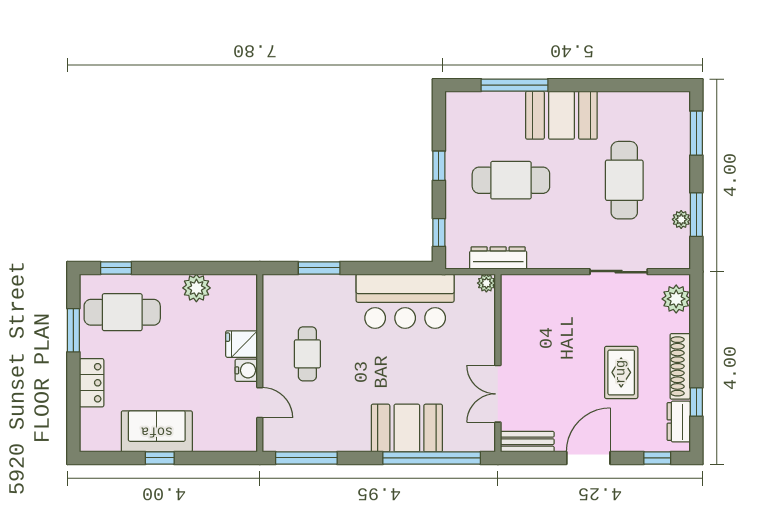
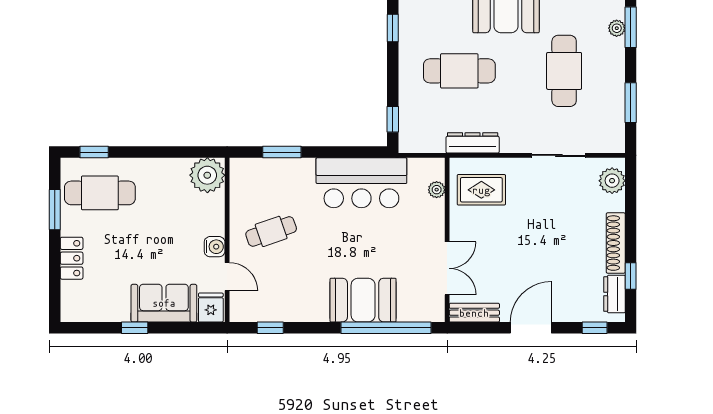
window: (439, 166) -> (393, 28), moved
plant: (681, 219) -> (617, 28), moved
dresser: (498, 258) -> (473, 143), moved
plant: (486, 283) -> (437, 190), moved
plant: (196, 288) -> (207, 175), moved, width x1.36, depth x1.36
fridge: (242, 344) -> (211, 308), moved, turned 90
cafe table: (307, 354) -> (271, 231), turned 71
rug: (621, 372) -> (481, 190), moved, turned 90
double door: (498, 394) -> (447, 268), swing flipped
sofa: (157, 431) -> (164, 303), moved
window: (306, 458) -> (270, 328), width x0.46

